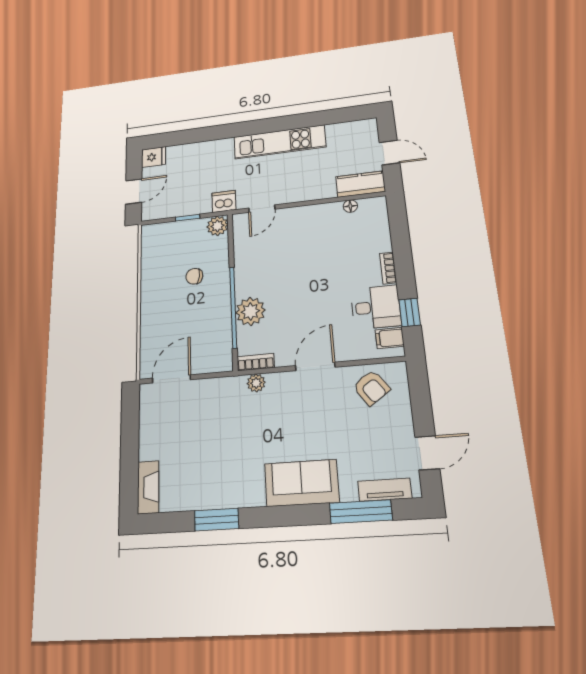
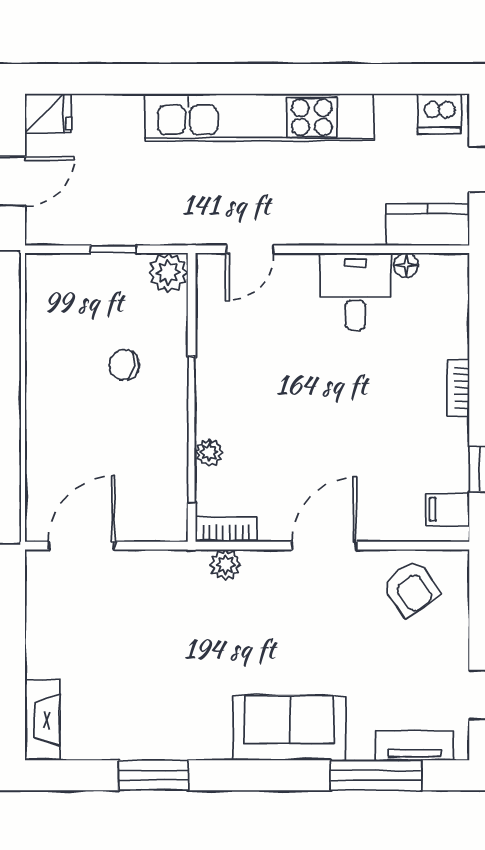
kitchen unit: (280, 142) -> (259, 117), width x1.36
dishwasher: (224, 201) -> (439, 114), moved, turned 180
desk: (376, 307) -> (355, 291), moved, turned -90
plant: (250, 311) -> (209, 452), width x0.53, depth x0.53

